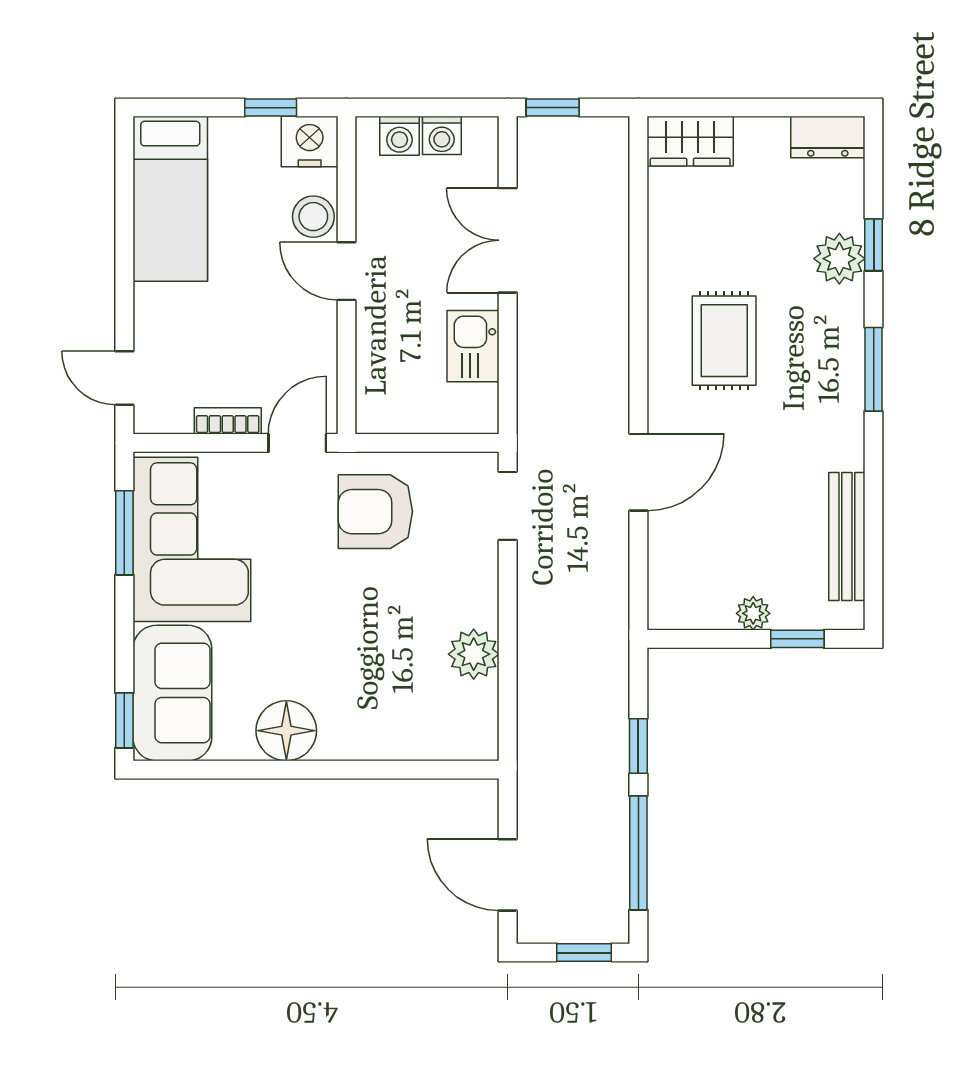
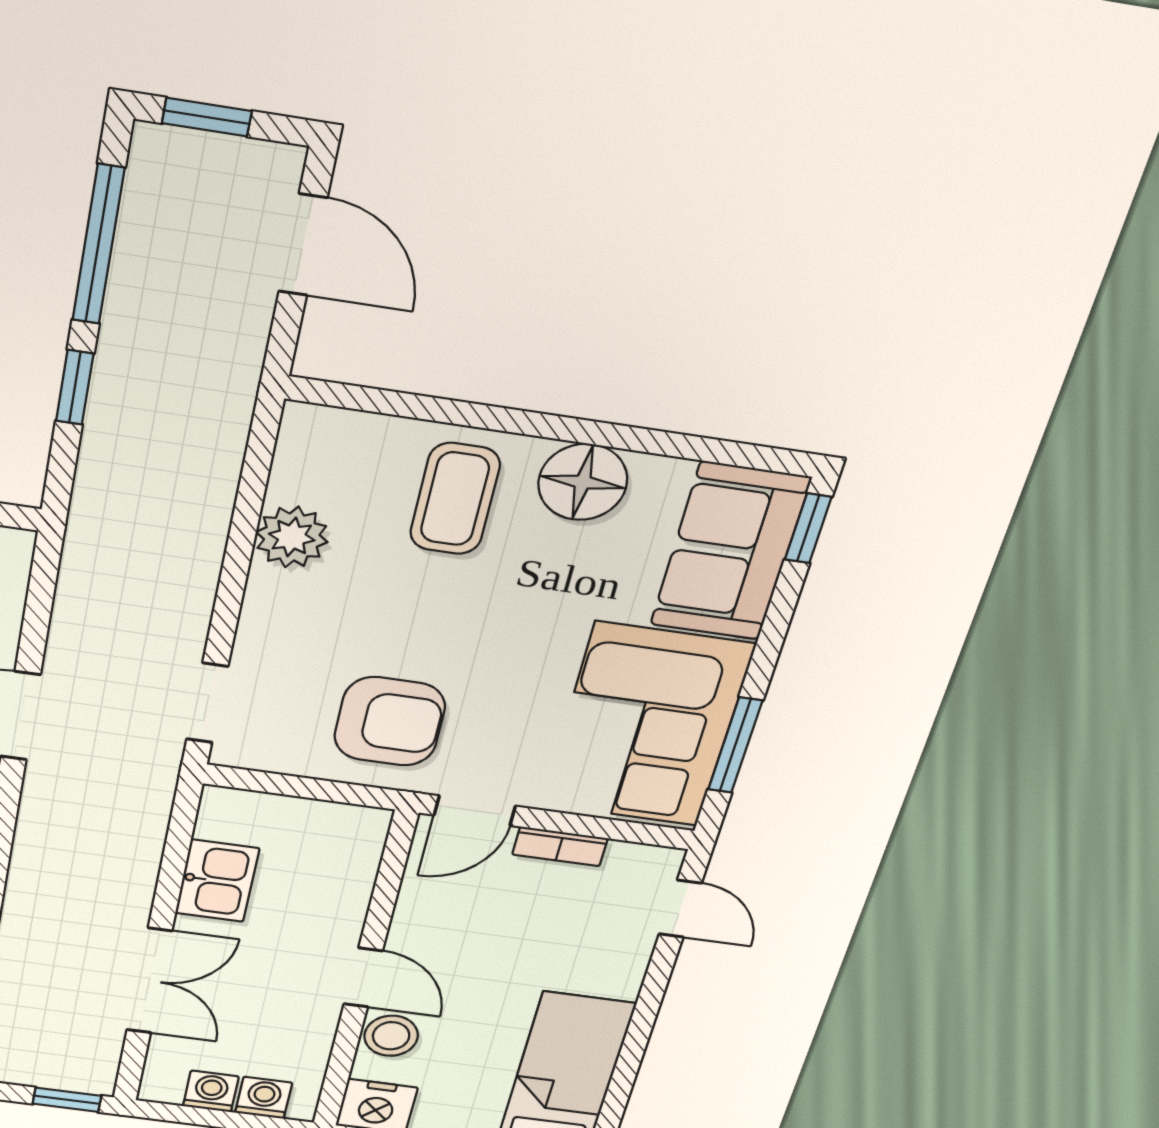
coffee table: (369, 703) -> (455, 499), added

